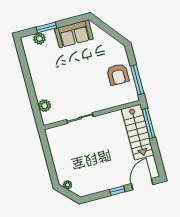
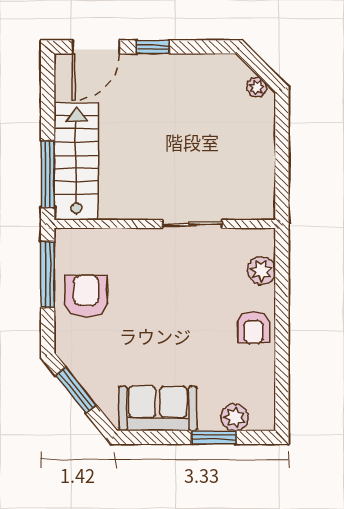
window: (112, 32) -> (76, 390), added
armchair: (42, 80) -> (254, 327), added

